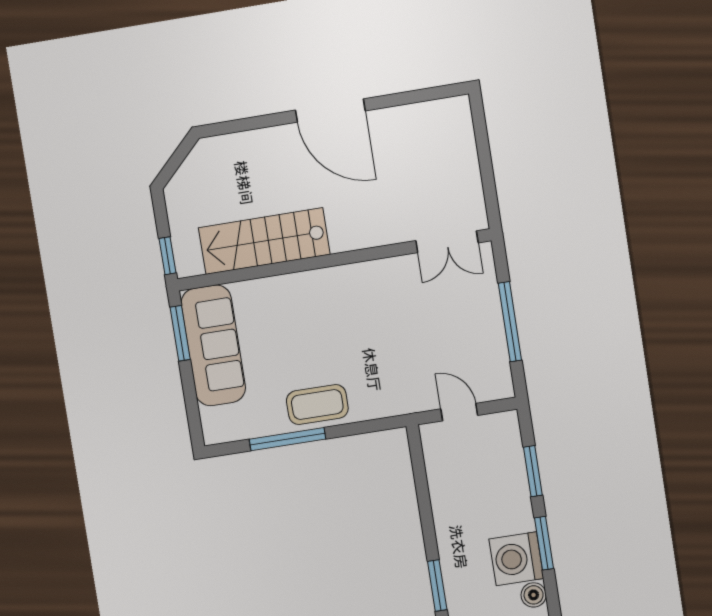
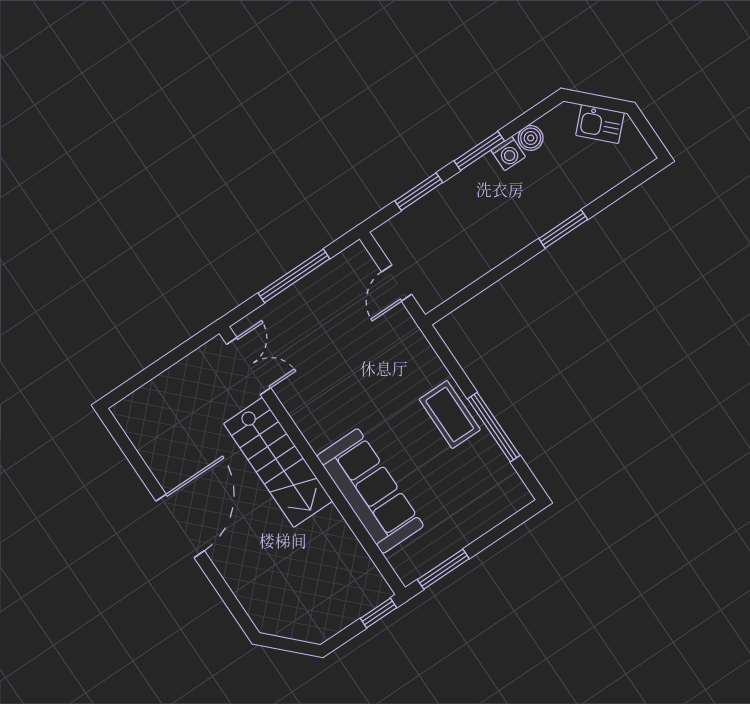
stairs: (264, 241) -> (278, 462), moved
sofa: (213, 345) -> (370, 491), moved, turned 90
washing machine: (516, 559) -> (508, 153), width x0.53, depth x0.53

